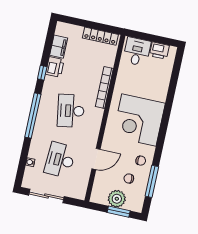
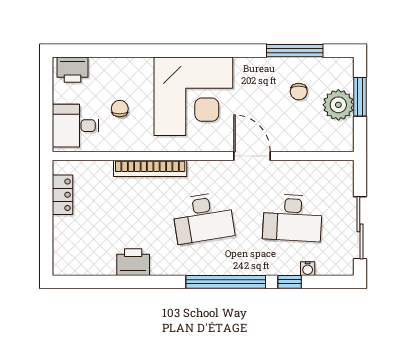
locker: (100, 36) -> (63, 195), width x0.66
filing cabinet: (59, 47) -> (97, 263), removed
printer: (159, 51) -> (73, 70), moved, turned 90
window: (42, 73) -> (290, 282), moved
door: (96, 159) -> (252, 156), moved
chair: (141, 161) -> (120, 109), moved

